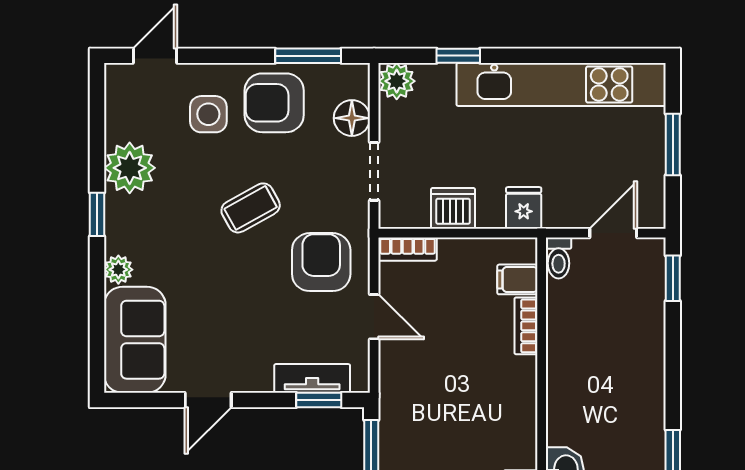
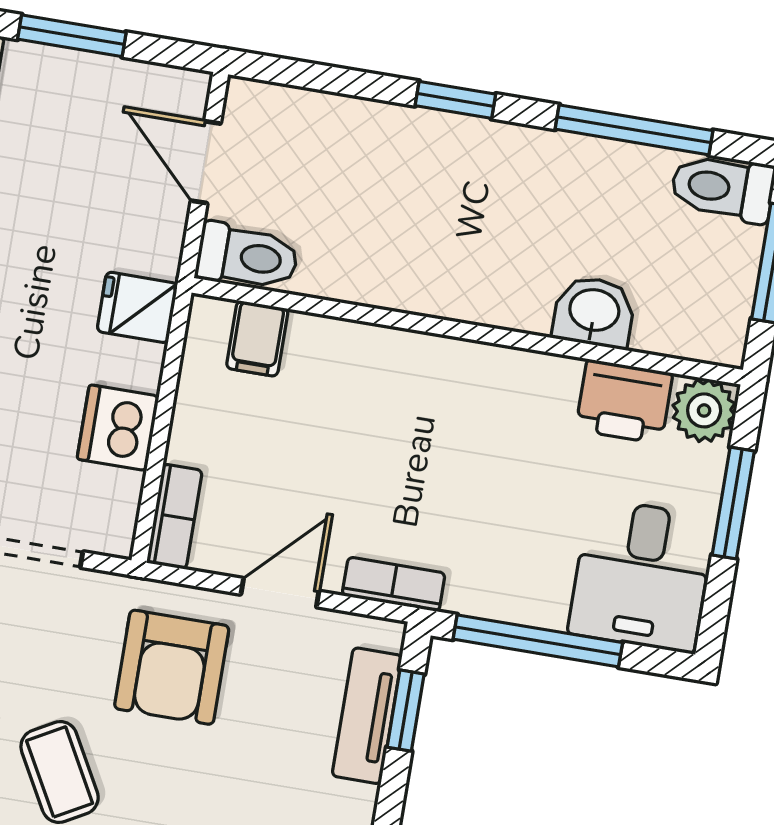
toilet: (559, 258) -> (247, 257), width x1.37, depth x1.39
armchair: (321, 262) -> (172, 667), turned -90
window: (673, 278) -> (455, 100), moved
bookcase: (526, 326) -> (394, 584), moved, turned 180

